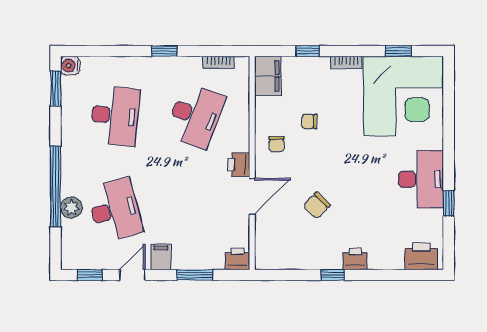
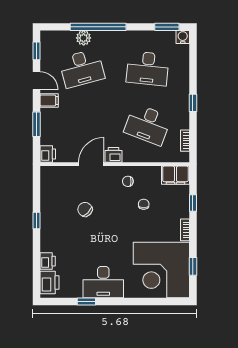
door: (252, 196) -> (91, 164), swing flipped
printer: (355, 259) -> (48, 261), moved

